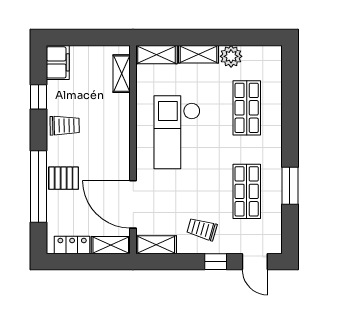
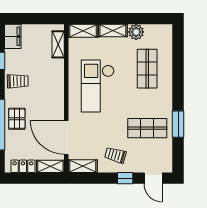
pallet: (64, 178) -> (17, 119), turned 90
shop shelf: (247, 191) -> (147, 128), turned 90

